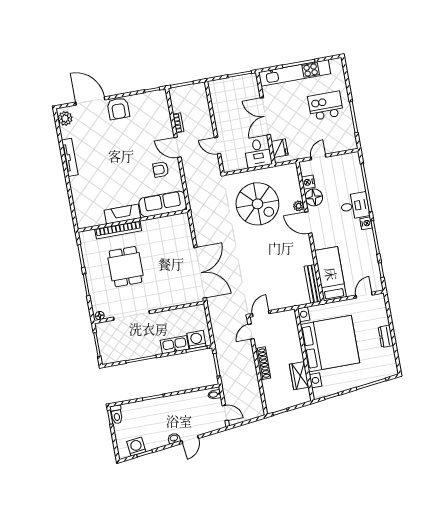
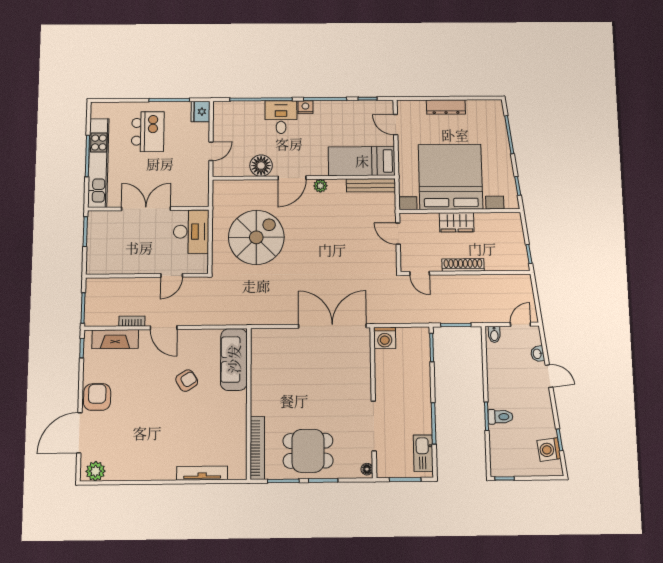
kitchen island: (326, 106) -> (148, 132), turned 180
armchair: (118, 109) -> (97, 397), turned -90
double door: (265, 116) -> (146, 209), swing flipped
door: (178, 147) -> (164, 328), hinge flipped
fridge: (280, 148) -> (200, 112), moved, turned -90
desk: (258, 153) -> (191, 232), width x1.37
tv unit: (70, 157) -> (202, 473), moved
door: (318, 157) -> (211, 151), swing flipped
armchair: (161, 169) -> (187, 381), moved, turned -122
nightstand: (308, 182) -> (240, 169), removed
plant: (299, 206) -> (320, 186), moved
fireplace: (122, 214) -> (115, 339), moved, turned -90
bookcase: (118, 230) -> (257, 448), moved
dining table: (126, 267) -> (308, 451), moved
door: (261, 314) -> (398, 234), moved
dresser: (386, 336) -> (446, 107), width x1.44
washing machine: (196, 340) -> (385, 338), moved, turned -90
kitchen sink: (174, 345) -> (423, 453), moved
wardrobe: (299, 376) -> (457, 222), moved
toilet: (116, 414) -> (500, 417), moved
washbasin: (174, 438) -> (537, 354), moved

